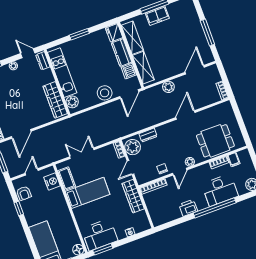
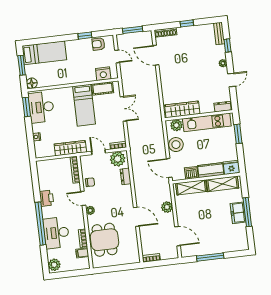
dresser: (43, 61) -> (223, 107), moved
kitchen unit: (62, 73) -> (207, 122), moved
wall: (57, 82) -> (199, 115), moved
wardrobe: (55, 100) -> (182, 109), moved
plant: (72, 102) -> (176, 125), moved

